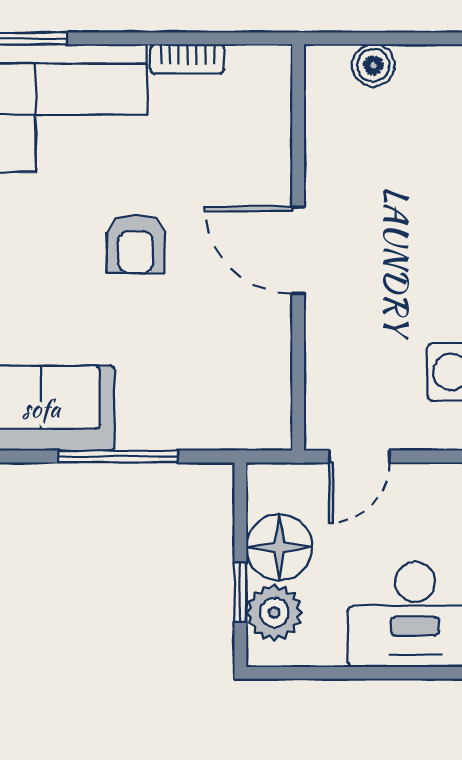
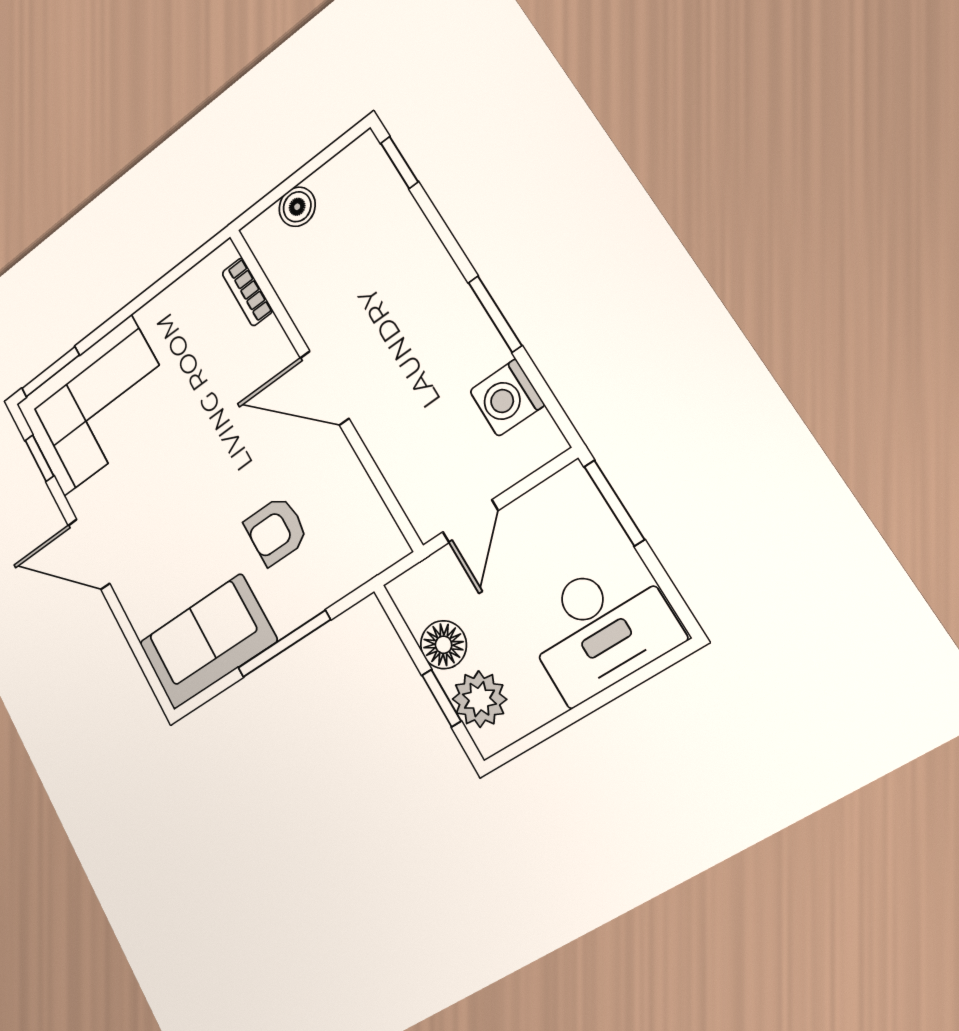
bookcase: (187, 59) -> (247, 292), moved, turned 90
armchair: (135, 244) -> (276, 531), moved, turned 90
floor lamp: (279, 547) -> (444, 645), width x0.73, depth x0.73

